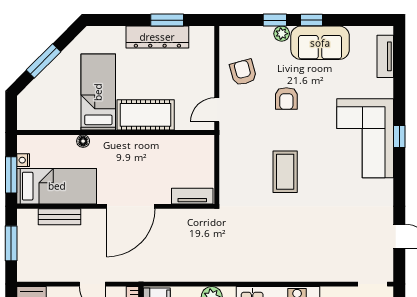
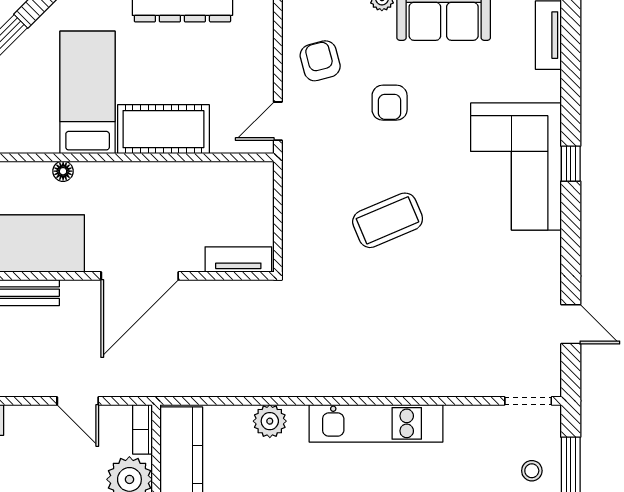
coffee table: (285, 172) -> (388, 220), turned 67

